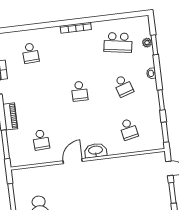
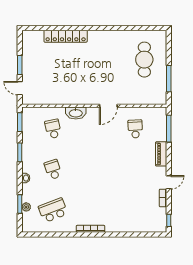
school desk: (118, 43) -> (53, 210), turned -30
school desk: (30, 53) -> (135, 210), removed
school desk: (79, 91) -> (94, 170), removed
washbasin: (96, 150) -> (76, 113), moved

